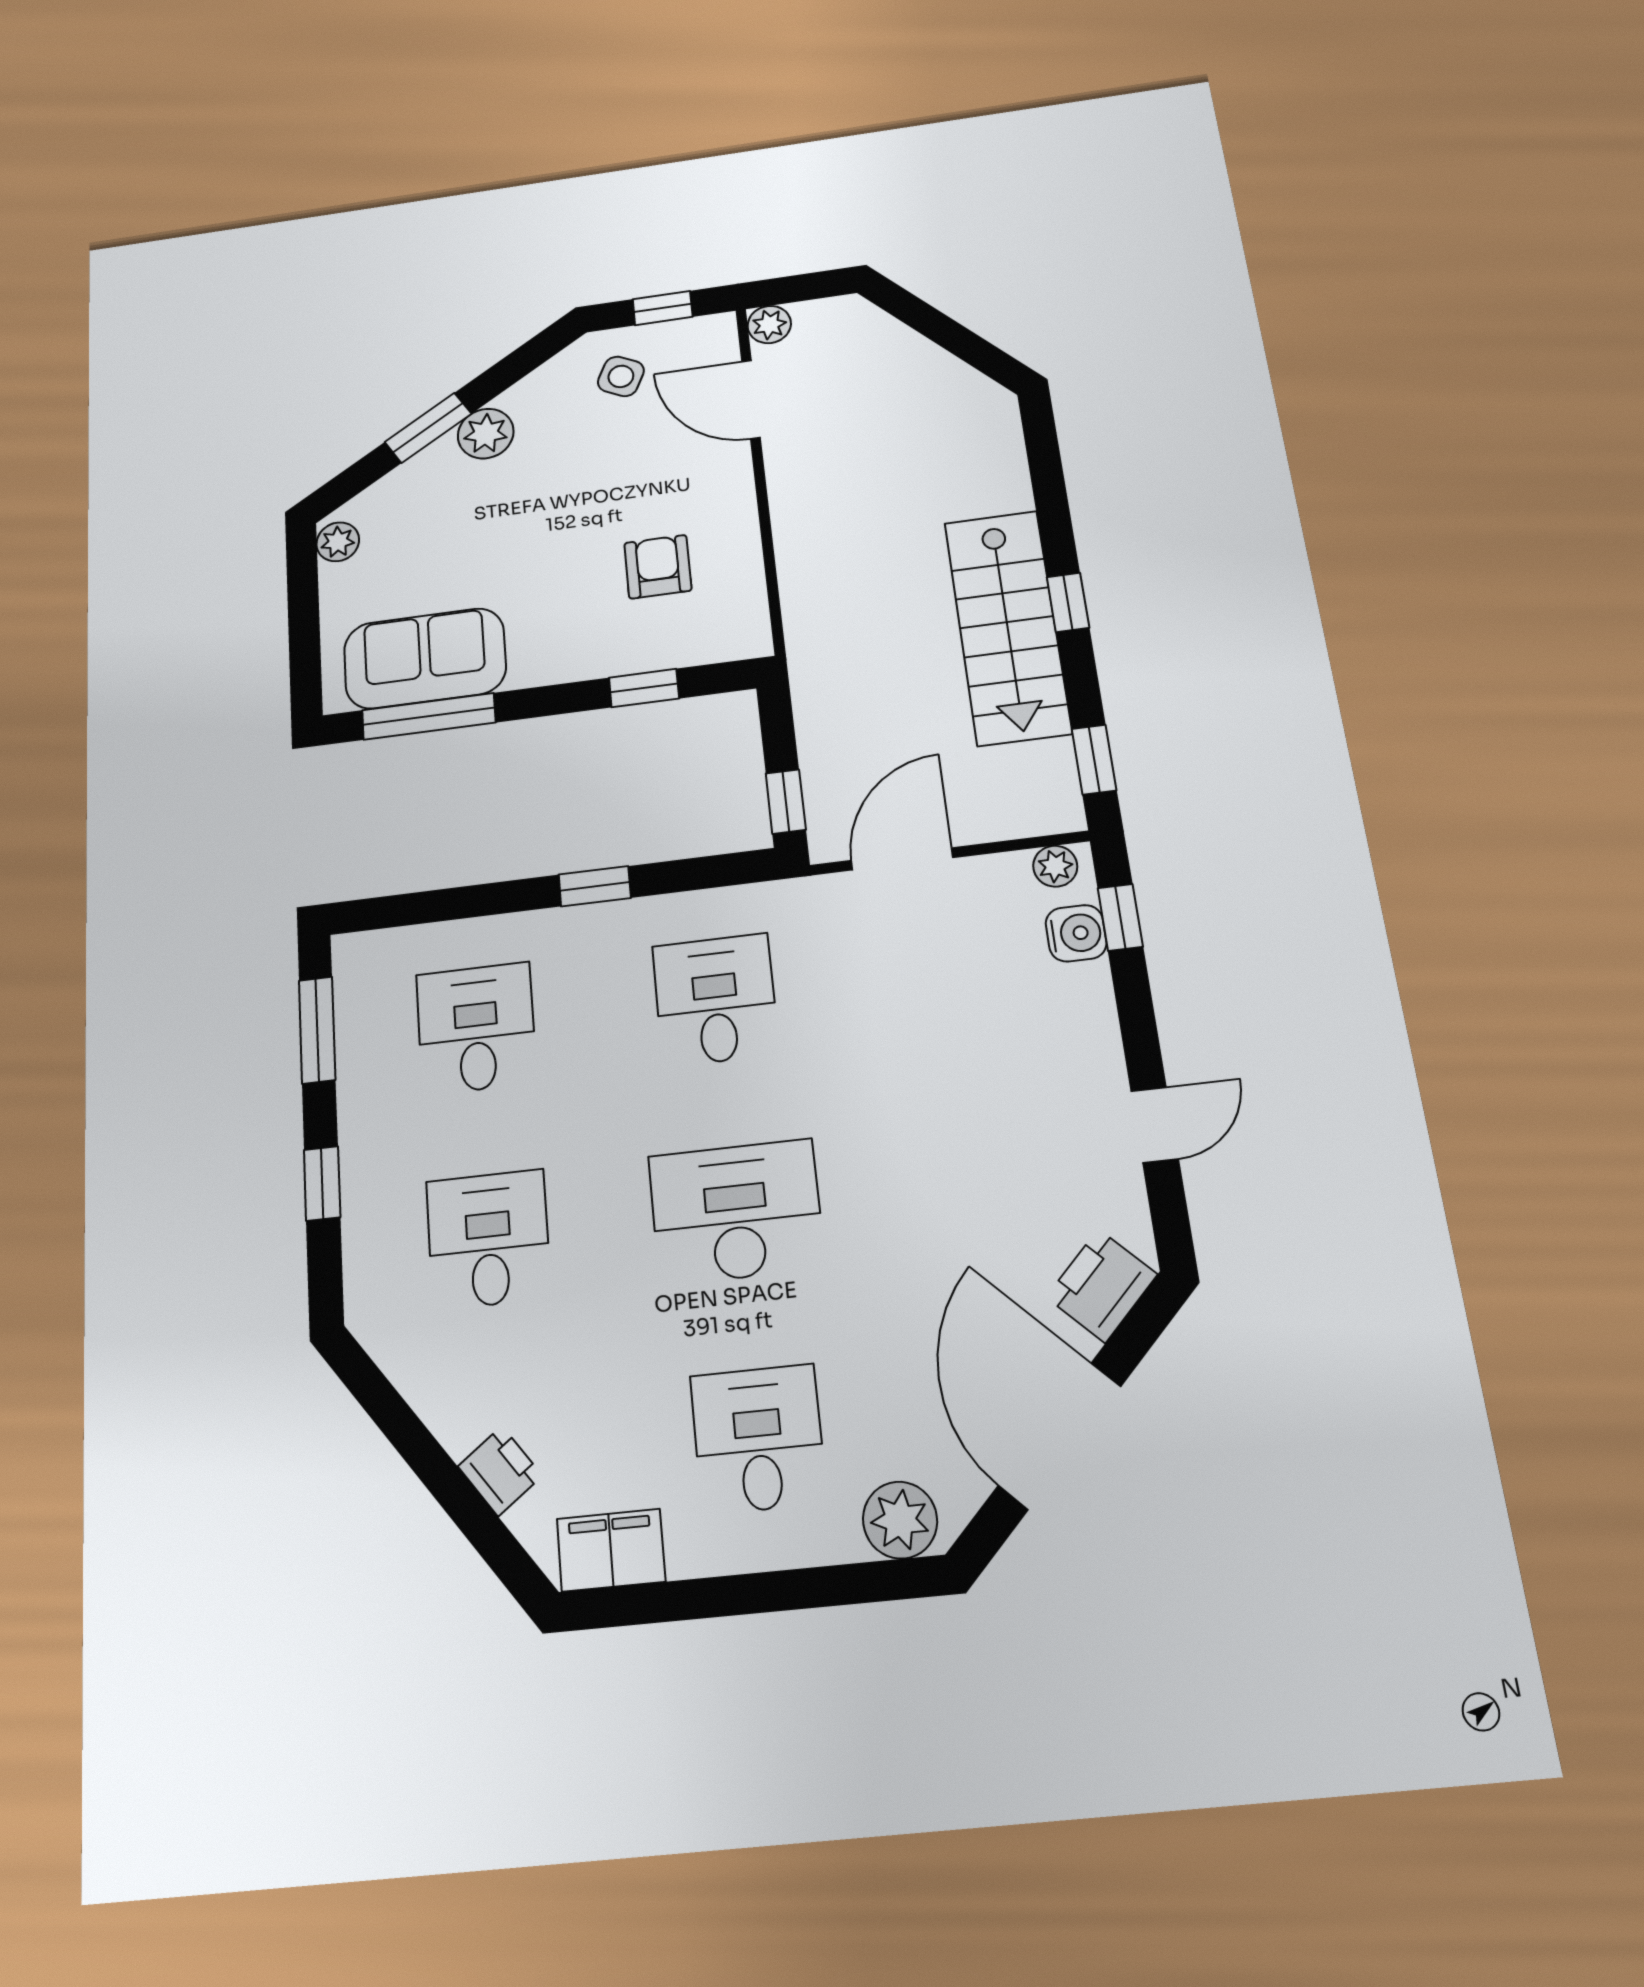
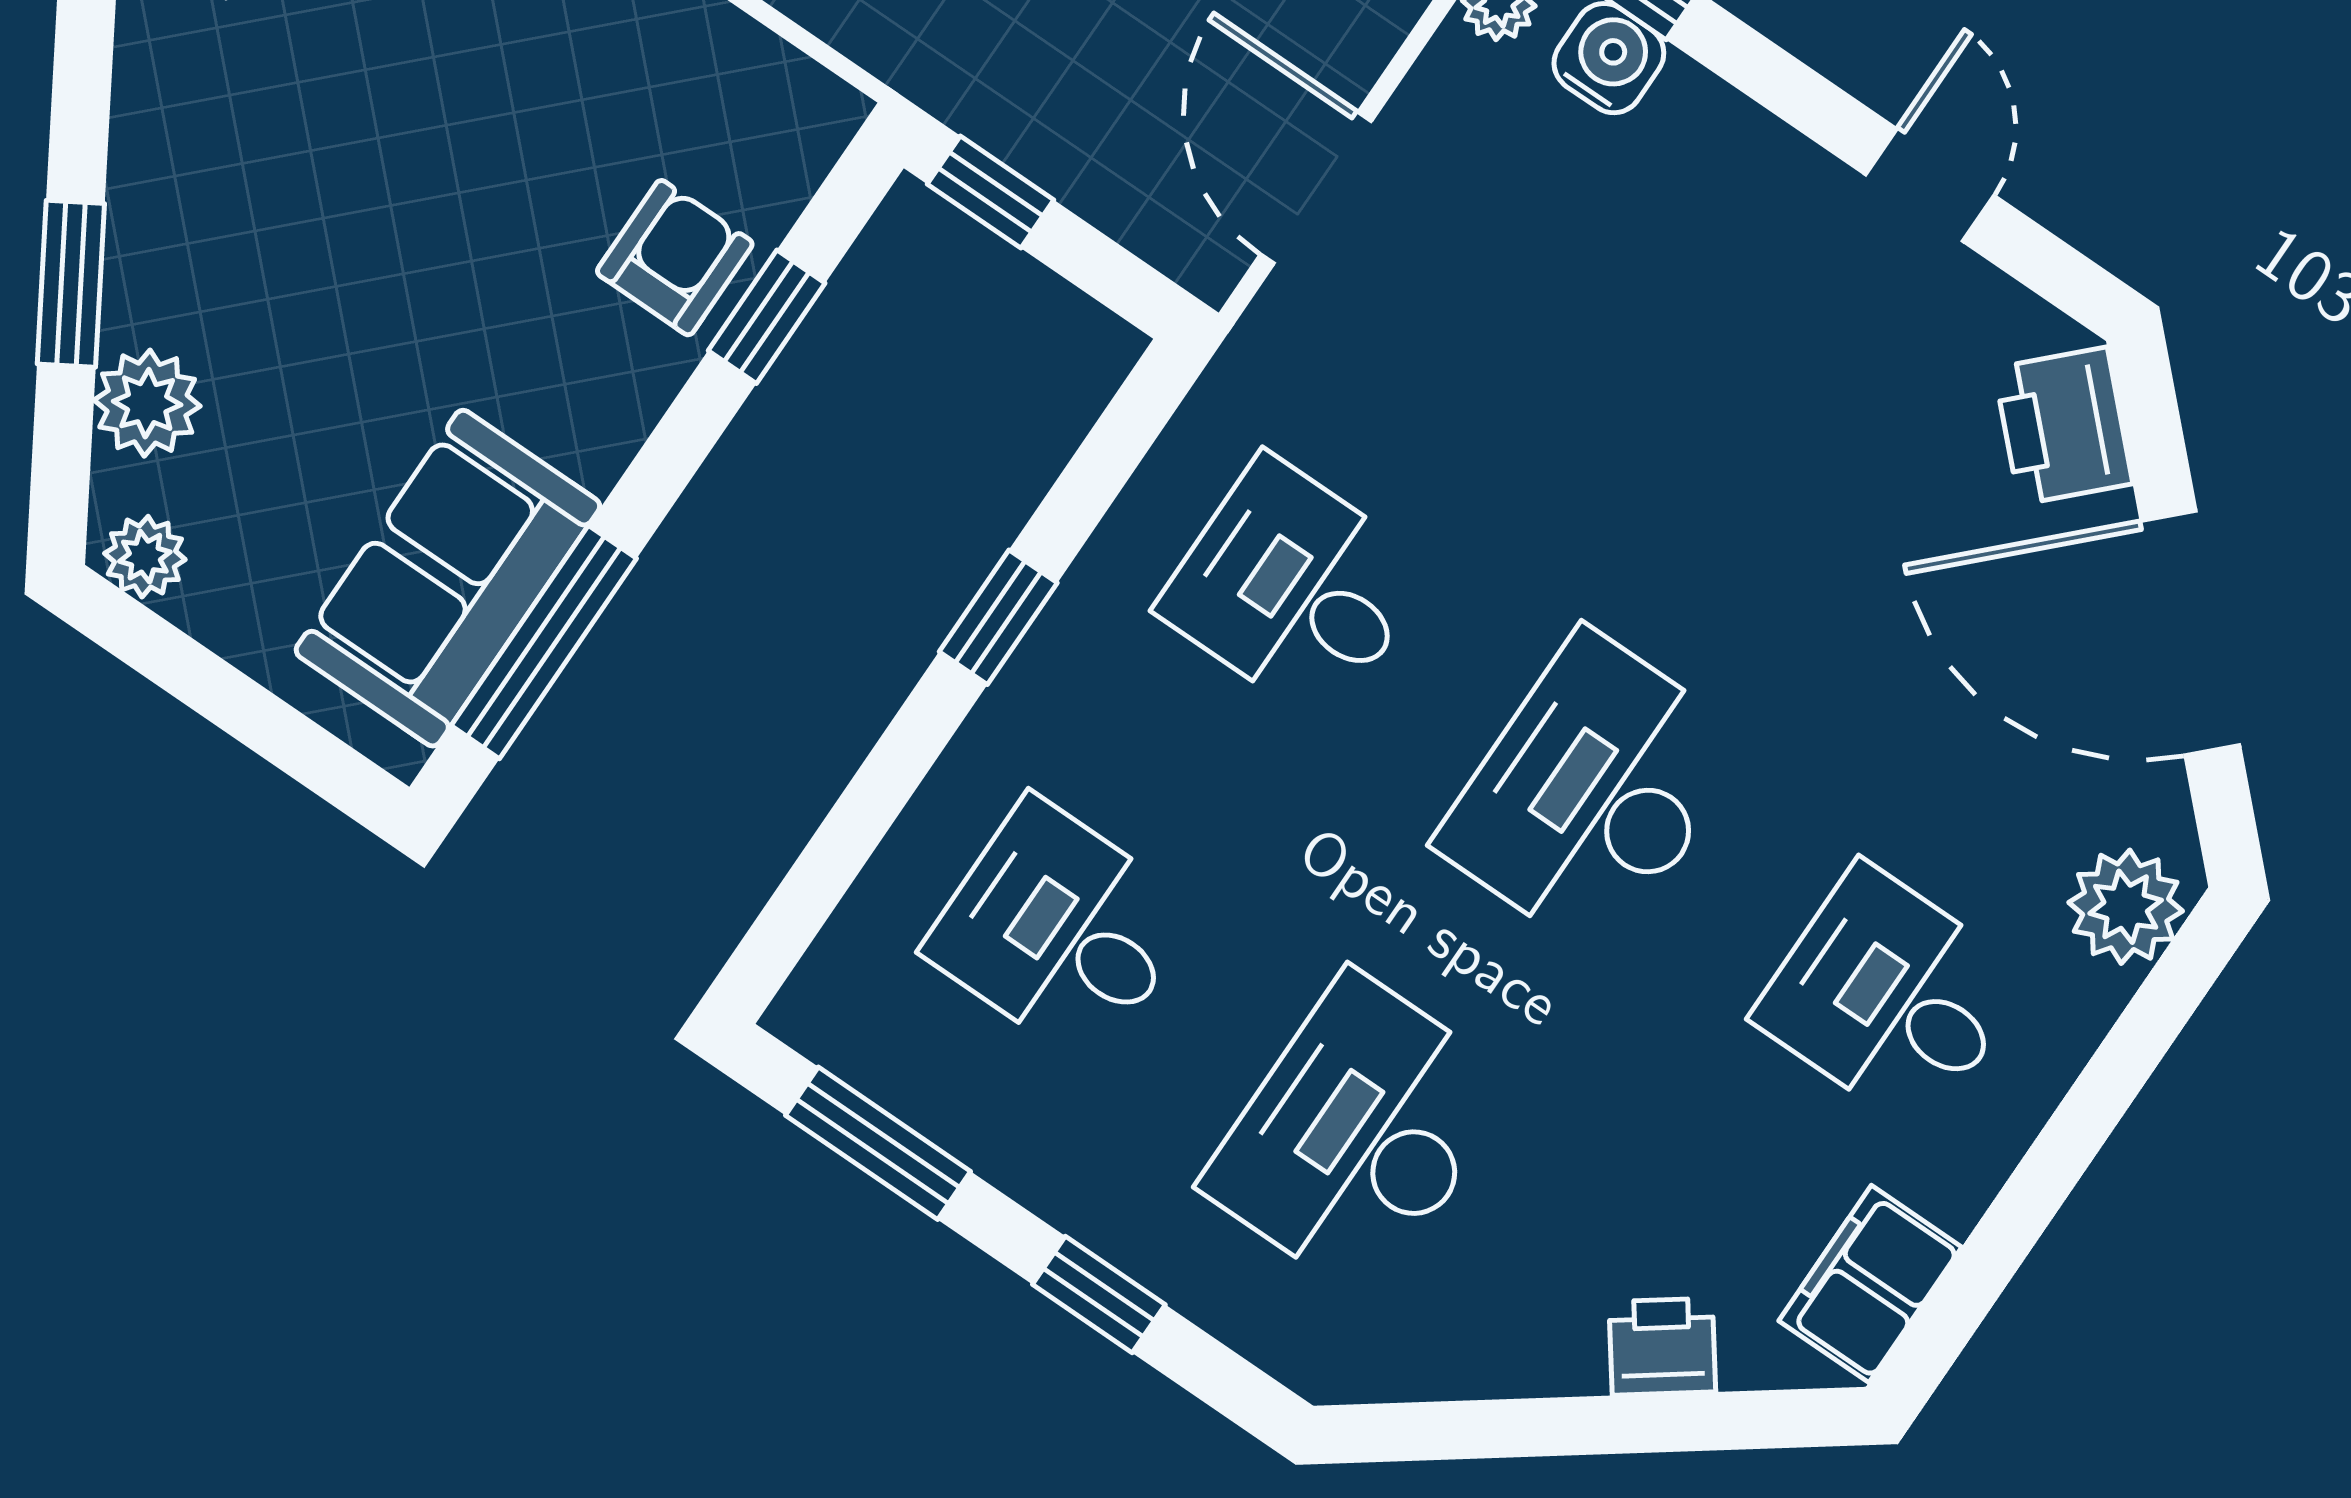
plant: (486, 434) -> (147, 403), moved
armchair: (658, 567) -> (675, 258), moved, turned 90
window: (786, 802) -> (991, 192), moved
desk: (488, 1239) -> (1359, 1135), width x1.37

